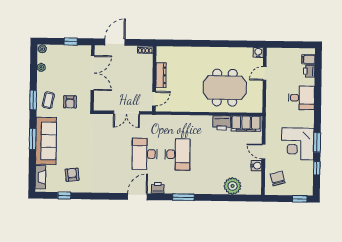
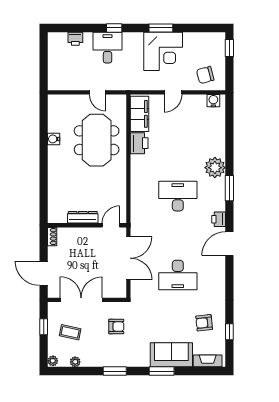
water cooler: (258, 52) -> (54, 139), moved
filing cabinet: (308, 59) -> (61, 40), removed
door: (265, 73) -> (98, 92), moved
door: (154, 99) -> (111, 225), hinge flipped
coffee table: (48, 100) -> (70, 332), moved
double door: (127, 113) -> (128, 258), width x1.37
sofa: (46, 141) -> (171, 355), width x0.73
desk: (145, 154) -> (178, 275), moved
water cooler: (256, 166) -> (213, 101), moved
window: (317, 168) -> (114, 28), moved
plant: (233, 186) -> (215, 168), moved
door: (137, 197) -> (229, 244), hinge flipped

